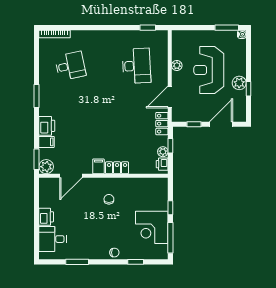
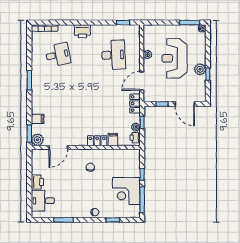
door: (221, 124) -> (185, 104), swing flipped
printer: (47, 126) -> (82, 31), moved, turned 90
filing cabinet: (98, 166) -> (113, 140), moved

